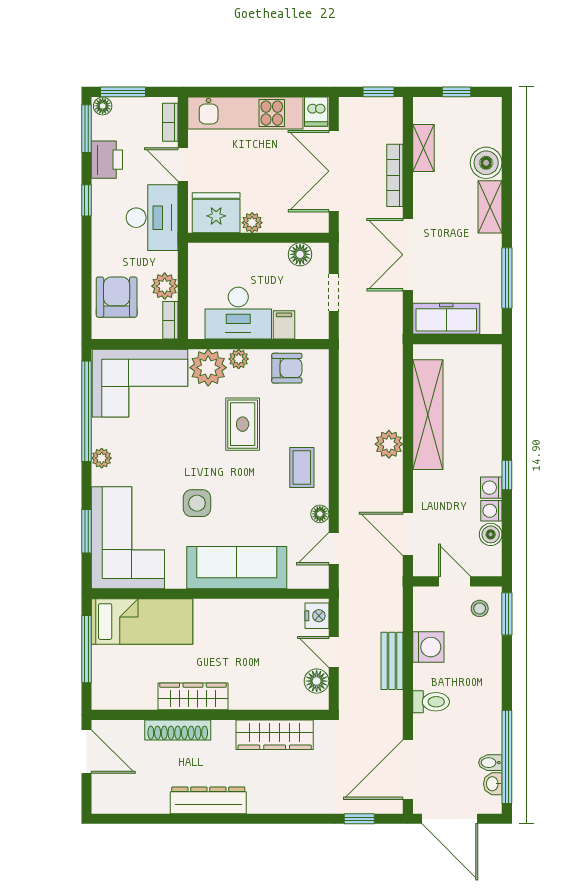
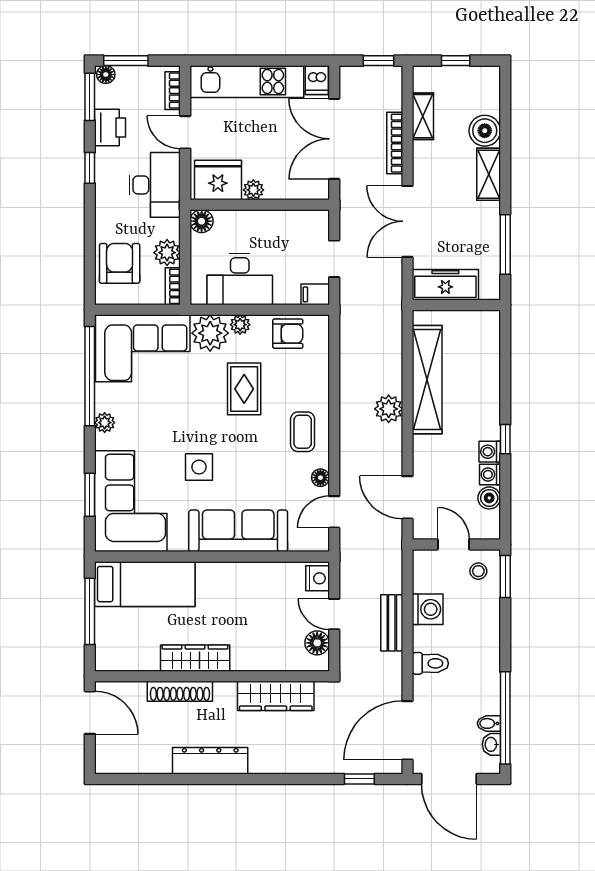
floor lamp: (300, 254) -> (202, 221), moved
filing cabinet: (284, 325) -> (315, 294), moved, turned -90

